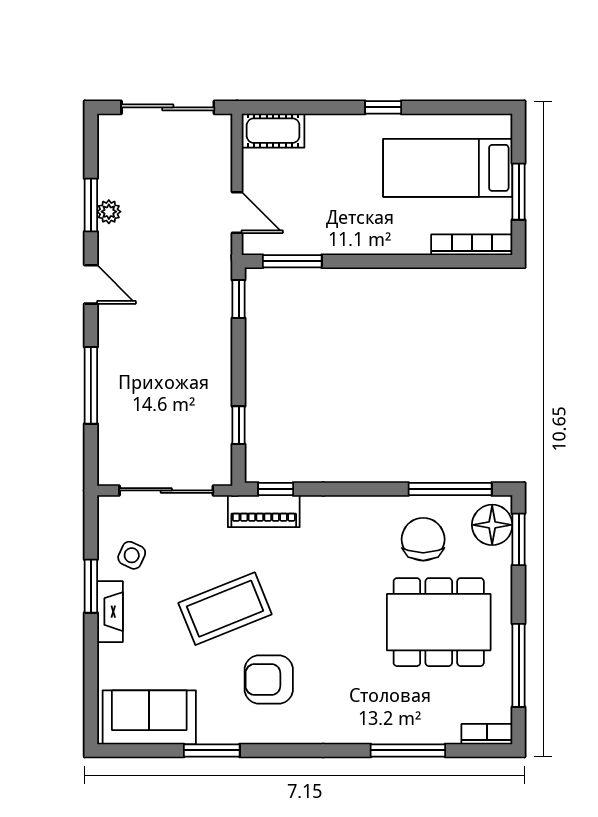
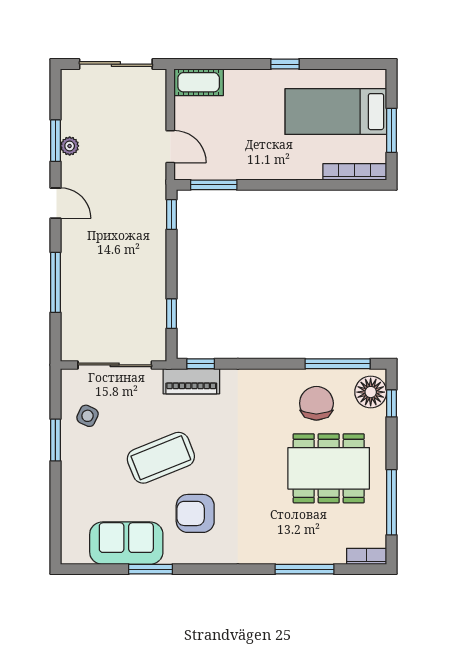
window: (519, 539) -> (391, 403), width x0.67
fireplace: (110, 612) -> (71, 460), removed
sofa: (149, 717) -> (126, 543), moved

